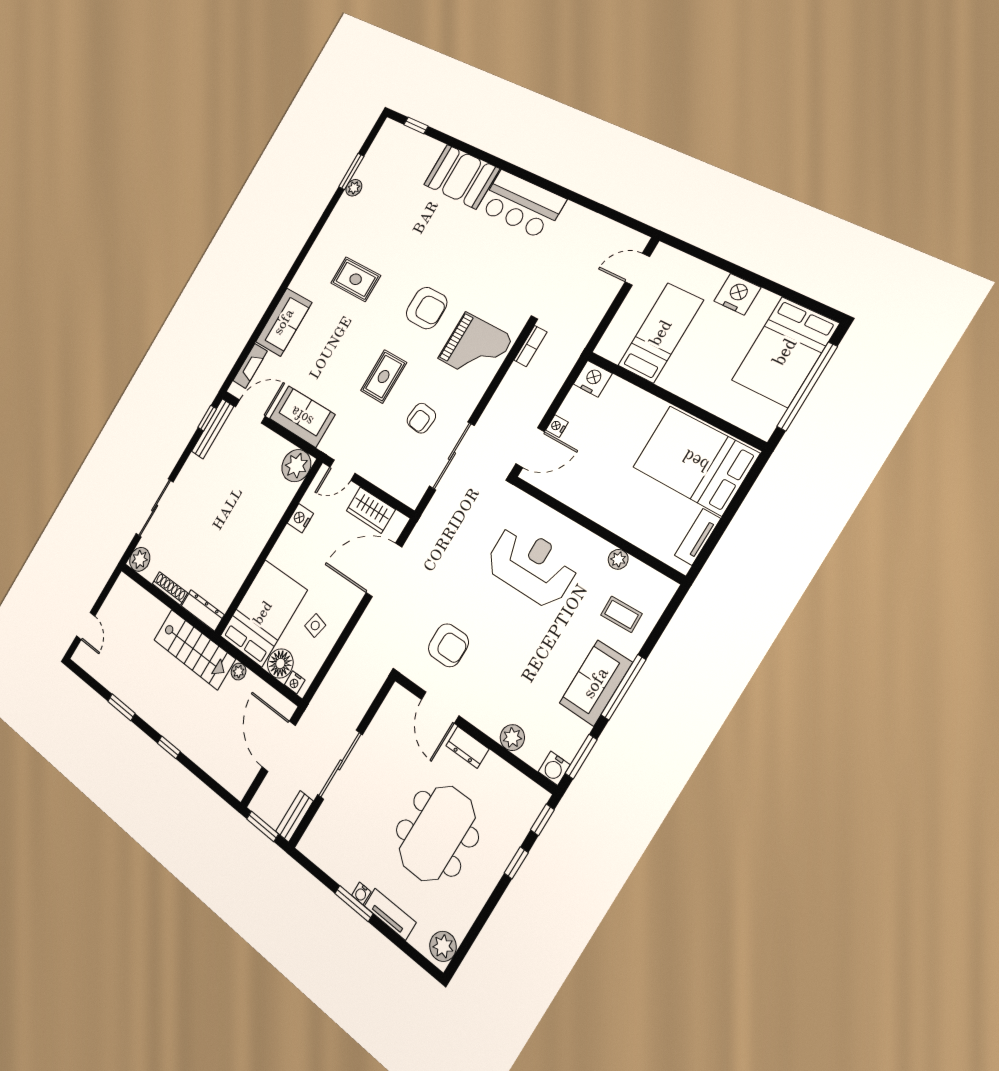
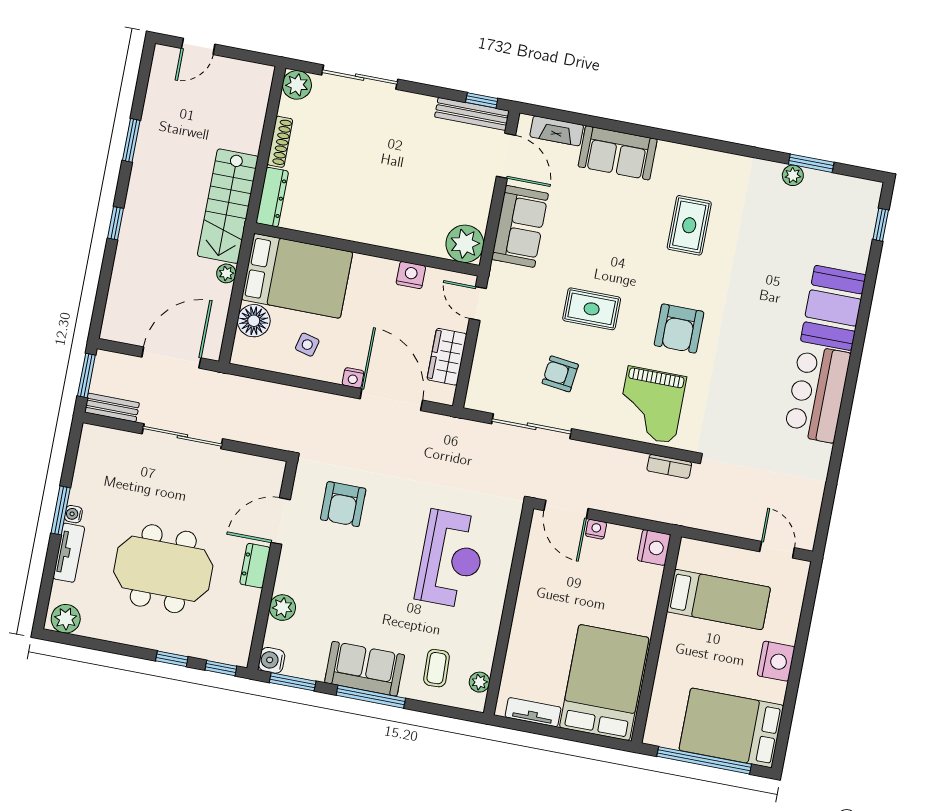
plant: (618, 559) -> (479, 682), moved
nightstand: (295, 682) -> (353, 378), moved, turned -90

